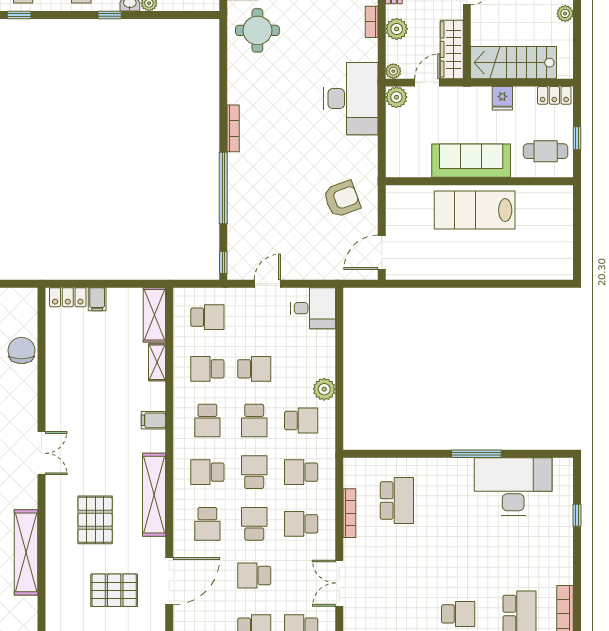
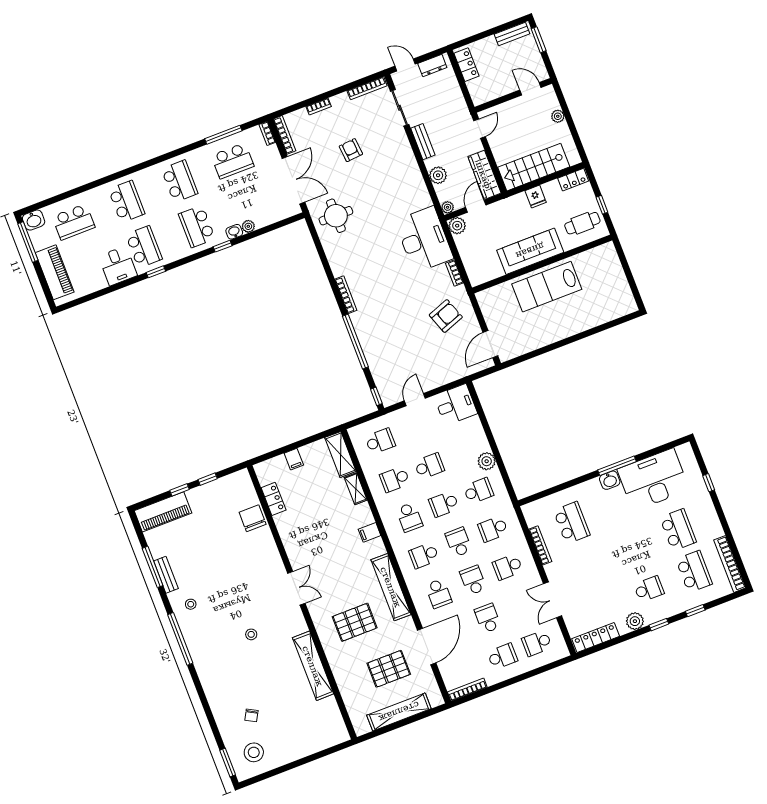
bookcase: (372, 22) -> (454, 273), moved
locker: (68, 297) -> (274, 499), moved, turned -90
school desk: (254, 420) -> (444, 504), turned 90
washbasin: (461, 468) -> (610, 480), added
pallet: (95, 520) -> (355, 622), turned 90
school desk: (519, 557) -> (678, 530), added
school desk: (254, 576) -> (488, 618), turned 90

